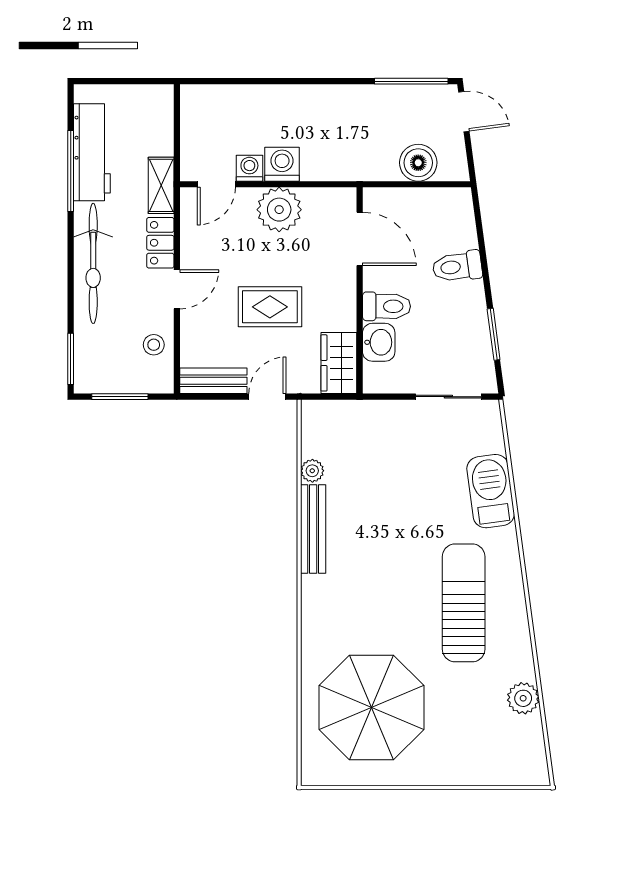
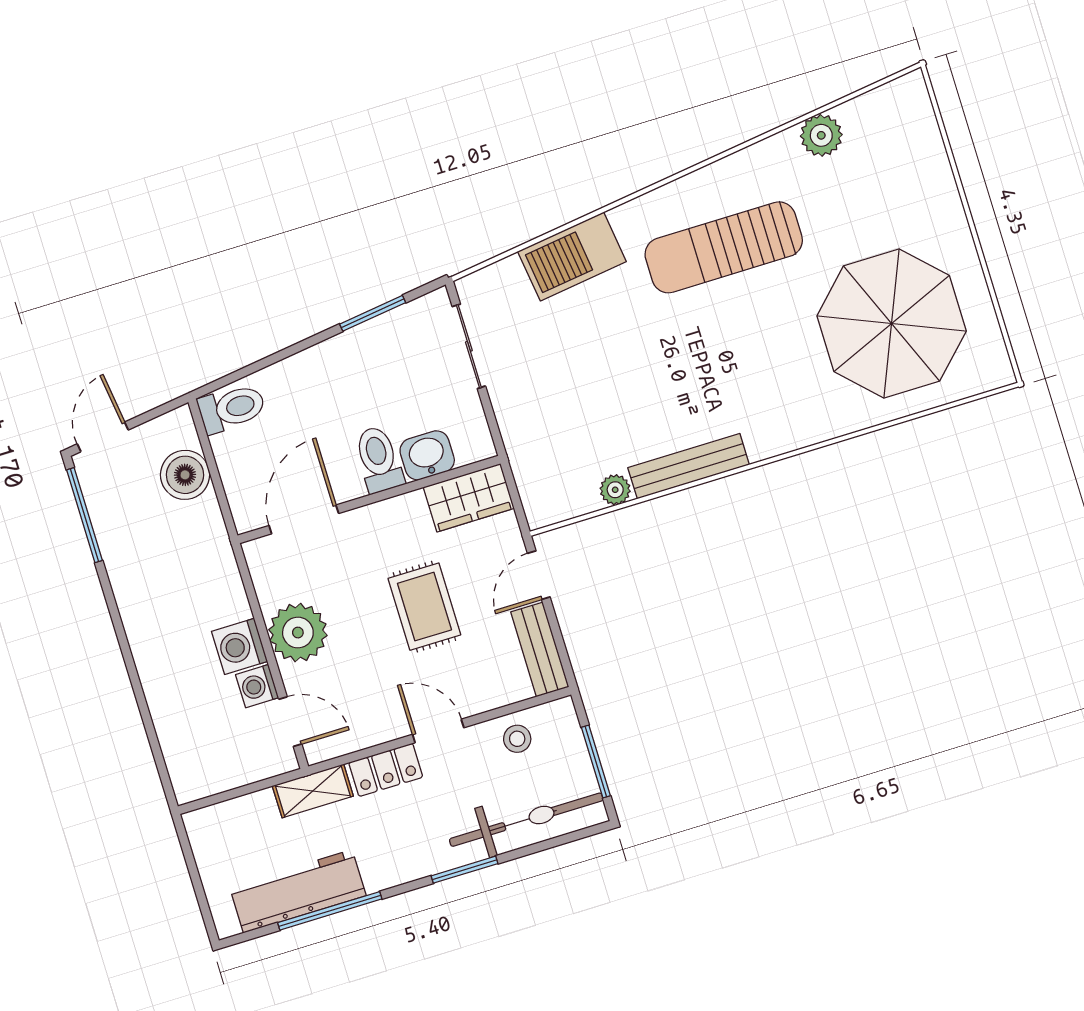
bicycle: (93, 263) -> (526, 820), moved
toilet: (457, 267) -> (232, 408), moved, turned -82
window: (71, 359) -> (465, 870), moved
door: (267, 397) -> (539, 575), hinge flipped

